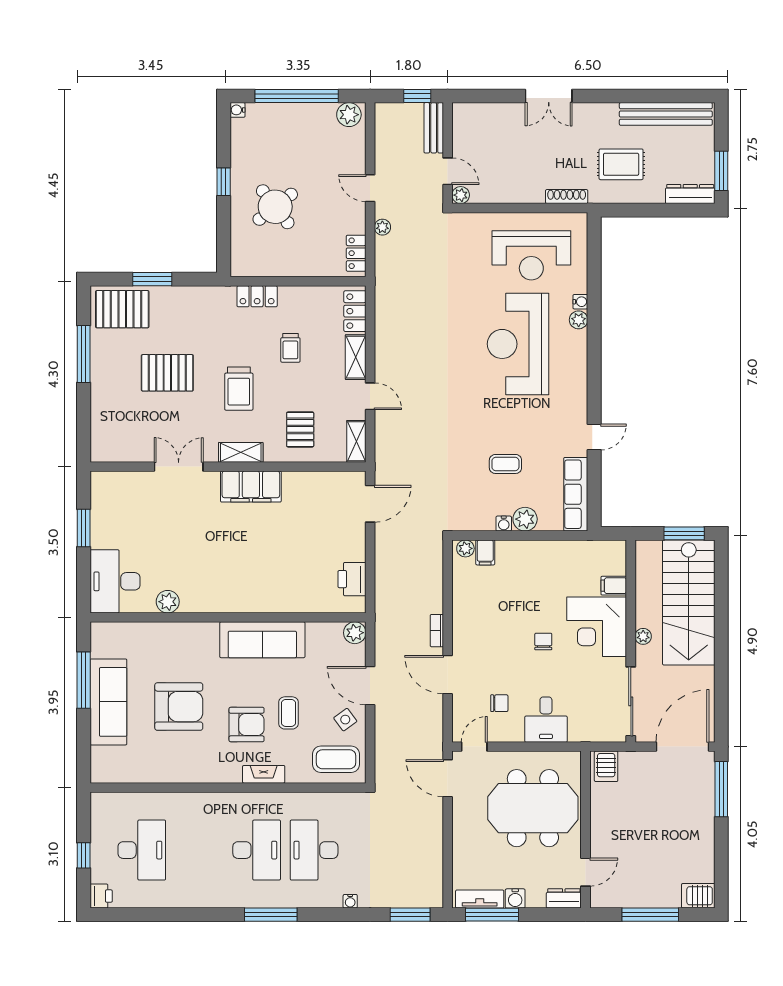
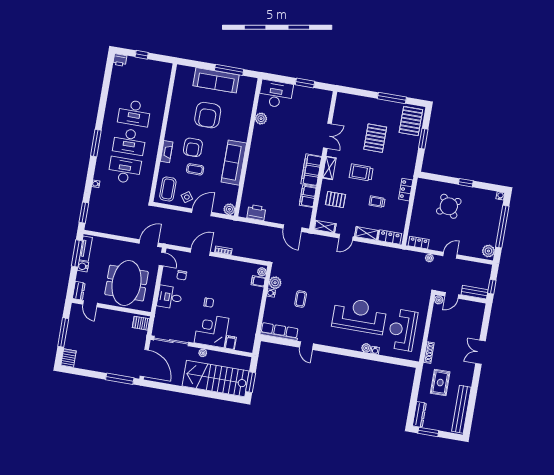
filing cabinet: (303, 484) -> (308, 196), added
plant: (525, 519) -> (275, 283), moved
desk: (142, 850) -> (134, 113), moved

